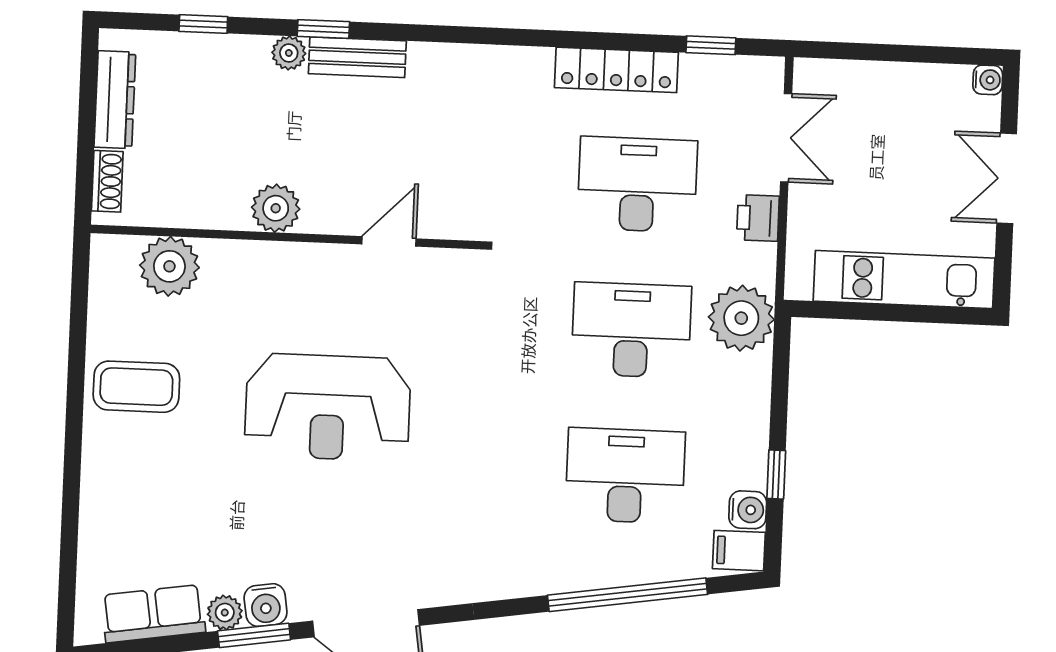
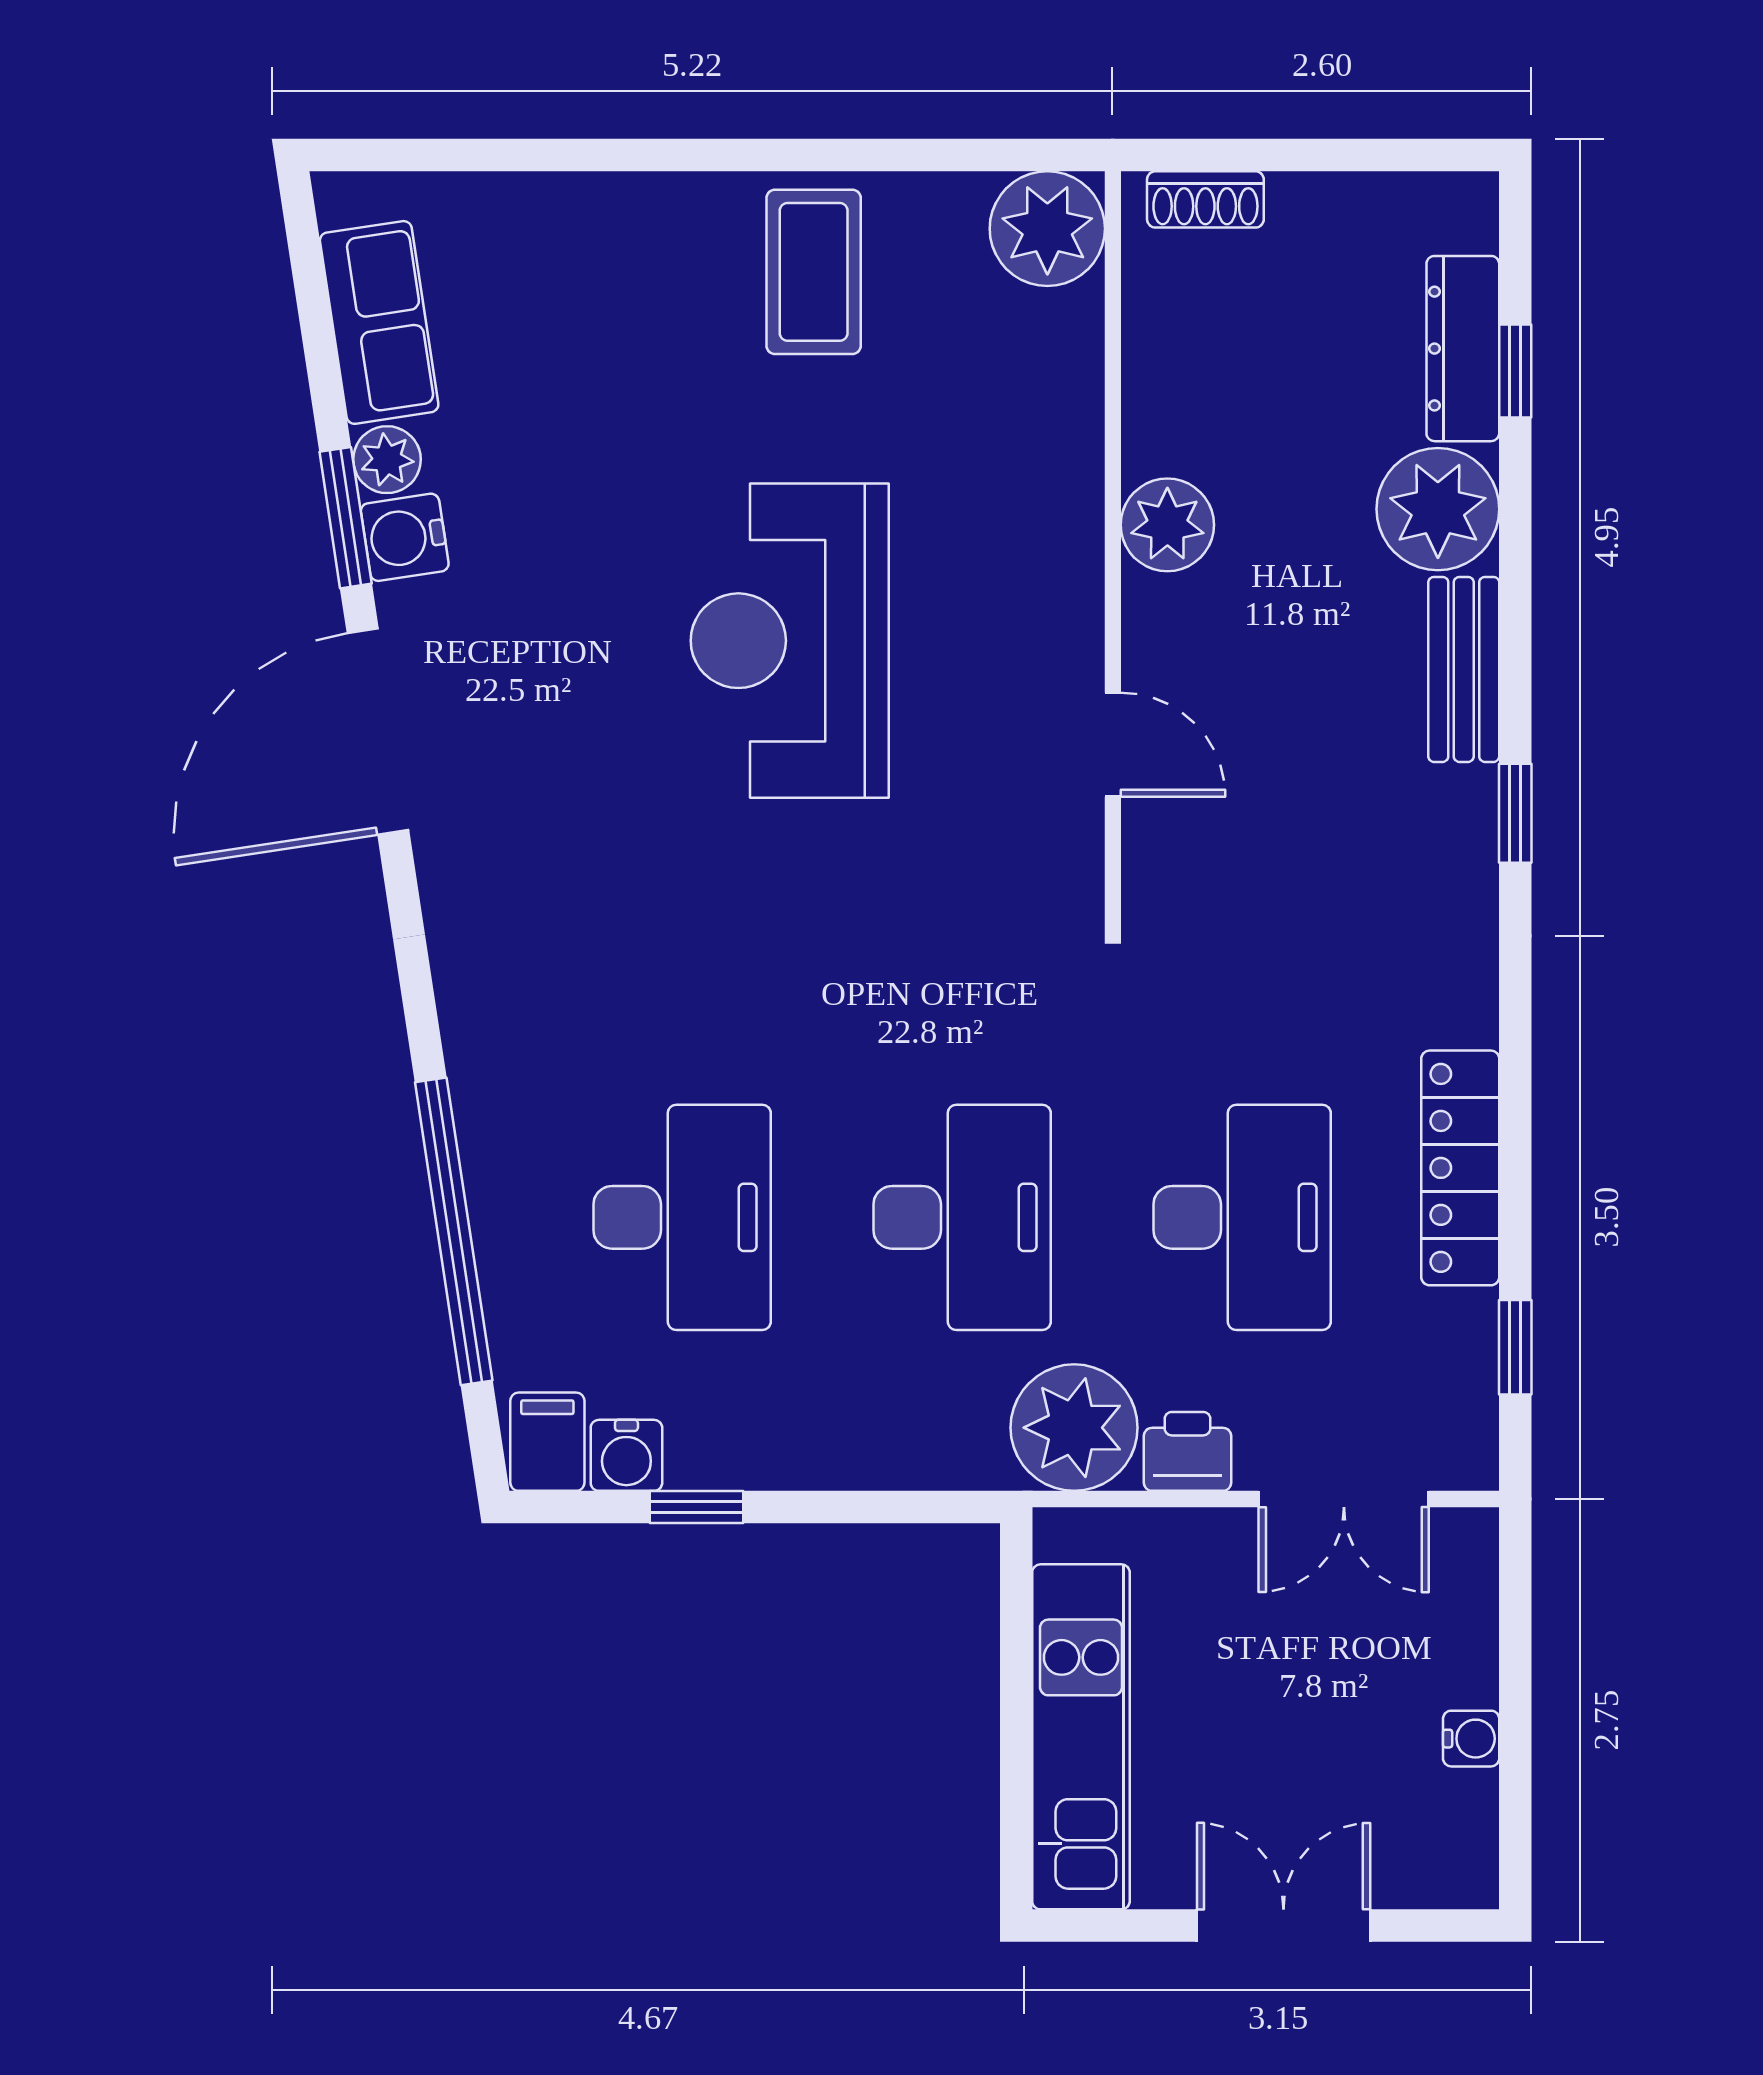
window: (323, 29) -> (1515, 813), moved
plant: (289, 53) -> (1438, 509), width x1.87, depth x1.87
water cooler: (988, 80) -> (1471, 1739), moved, turned -90
dresser: (115, 100) -> (1463, 349), moved, turned 90
plant: (169, 266) -> (1047, 229), moved
plant: (741, 318) -> (1074, 1428), moved

